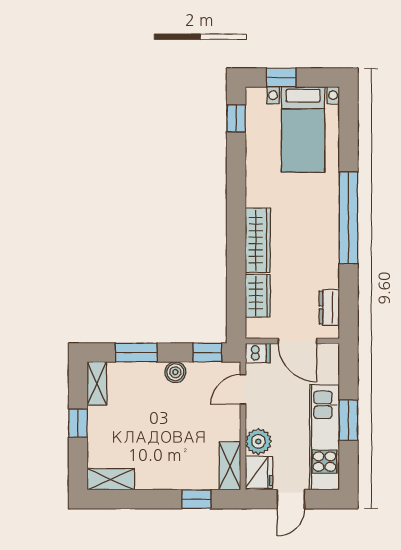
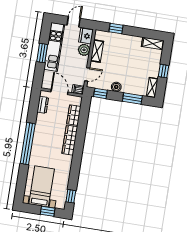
shelving: (230, 466) -> (97, 51), moved

